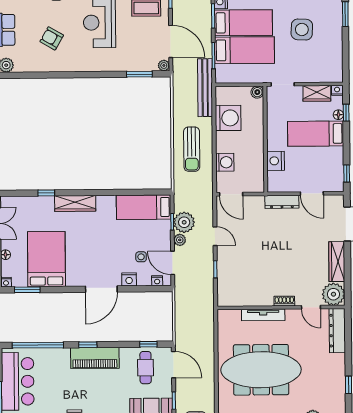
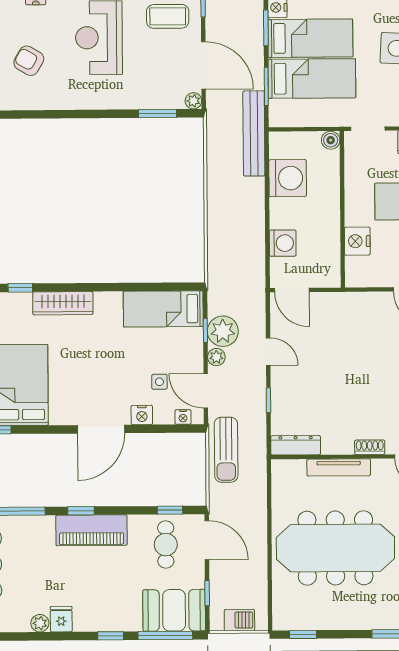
sun lounger: (192, 149) -> (226, 450), moved
dresser: (282, 202) -> (296, 445), moved, turned 180

